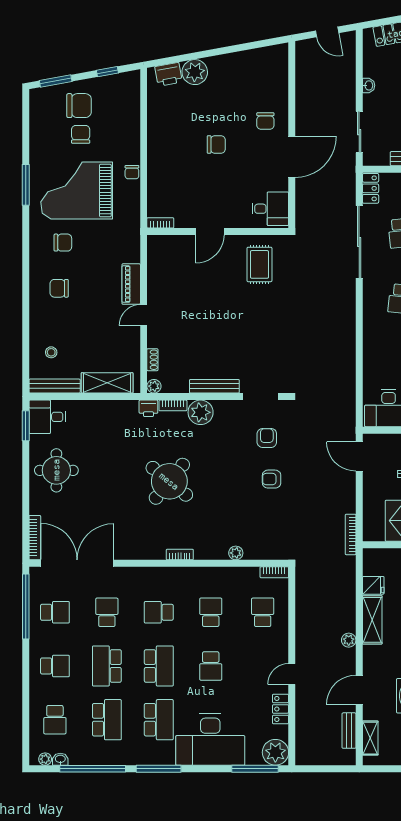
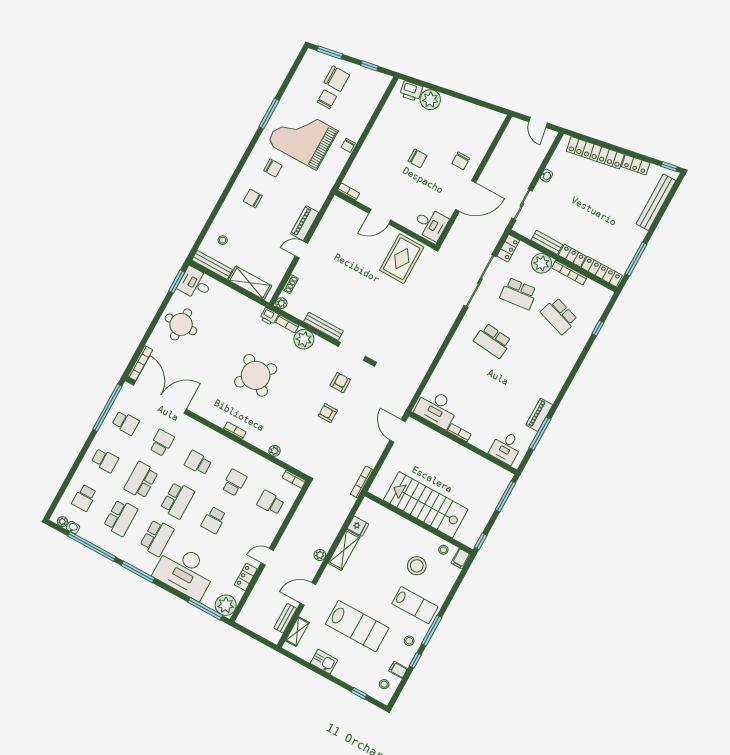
rug: (259, 264) -> (402, 259), width x1.36, depth x1.43
school desk: (263, 612) -> (270, 503), turned -90

